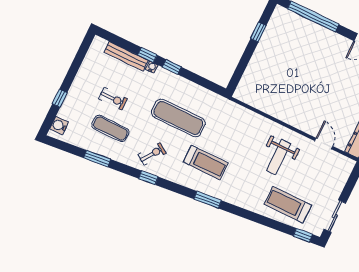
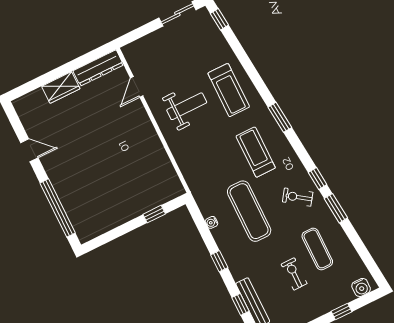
window: (258, 32) -> (154, 214), moved
window: (147, 55) -> (240, 304), moved
water cooler: (152, 67) -> (212, 222), moved
window: (97, 159) -> (336, 208), moved
treadmill: (288, 205) -> (229, 90), moved

